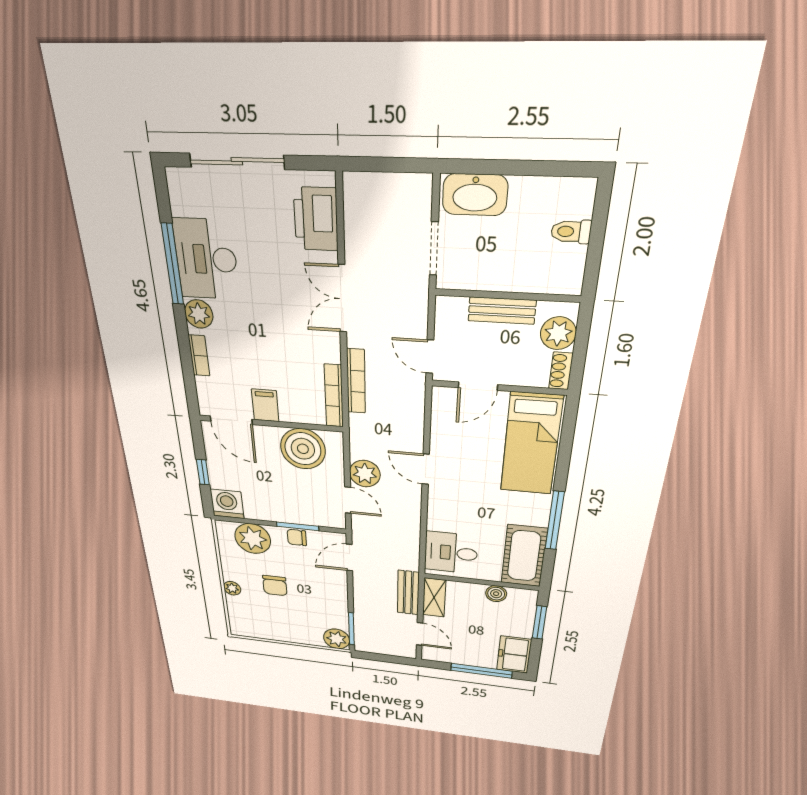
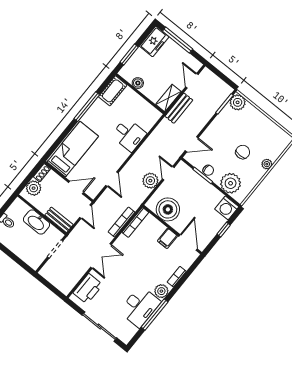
washbasin: (475, 195) -> (37, 222), moved, turned 180
bench: (502, 311) -> (59, 220), moved
door: (426, 469) -> (112, 179), moved
desk: (451, 553) -> (129, 135), moved
cot: (524, 556) -> (113, 91), width x0.73, depth x0.75

